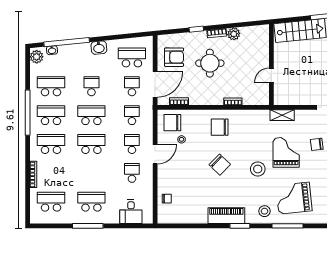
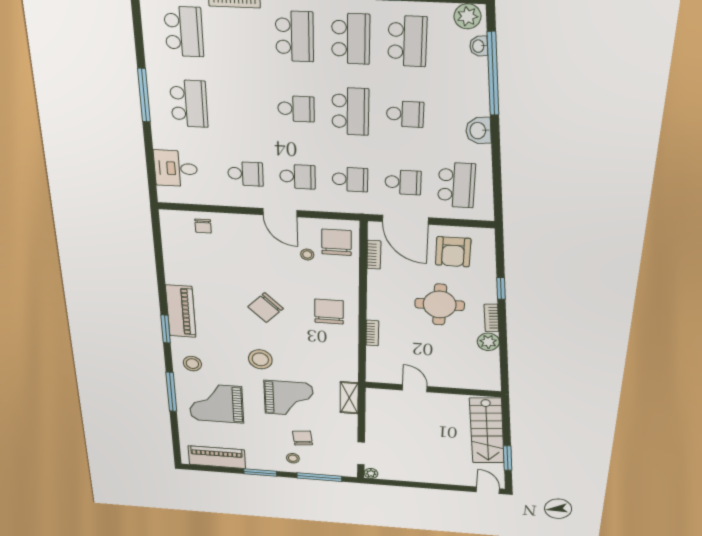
school desk: (91, 144) -> (296, 109), width x0.54
grand piano: (294, 198) -> (216, 403), turned -84

